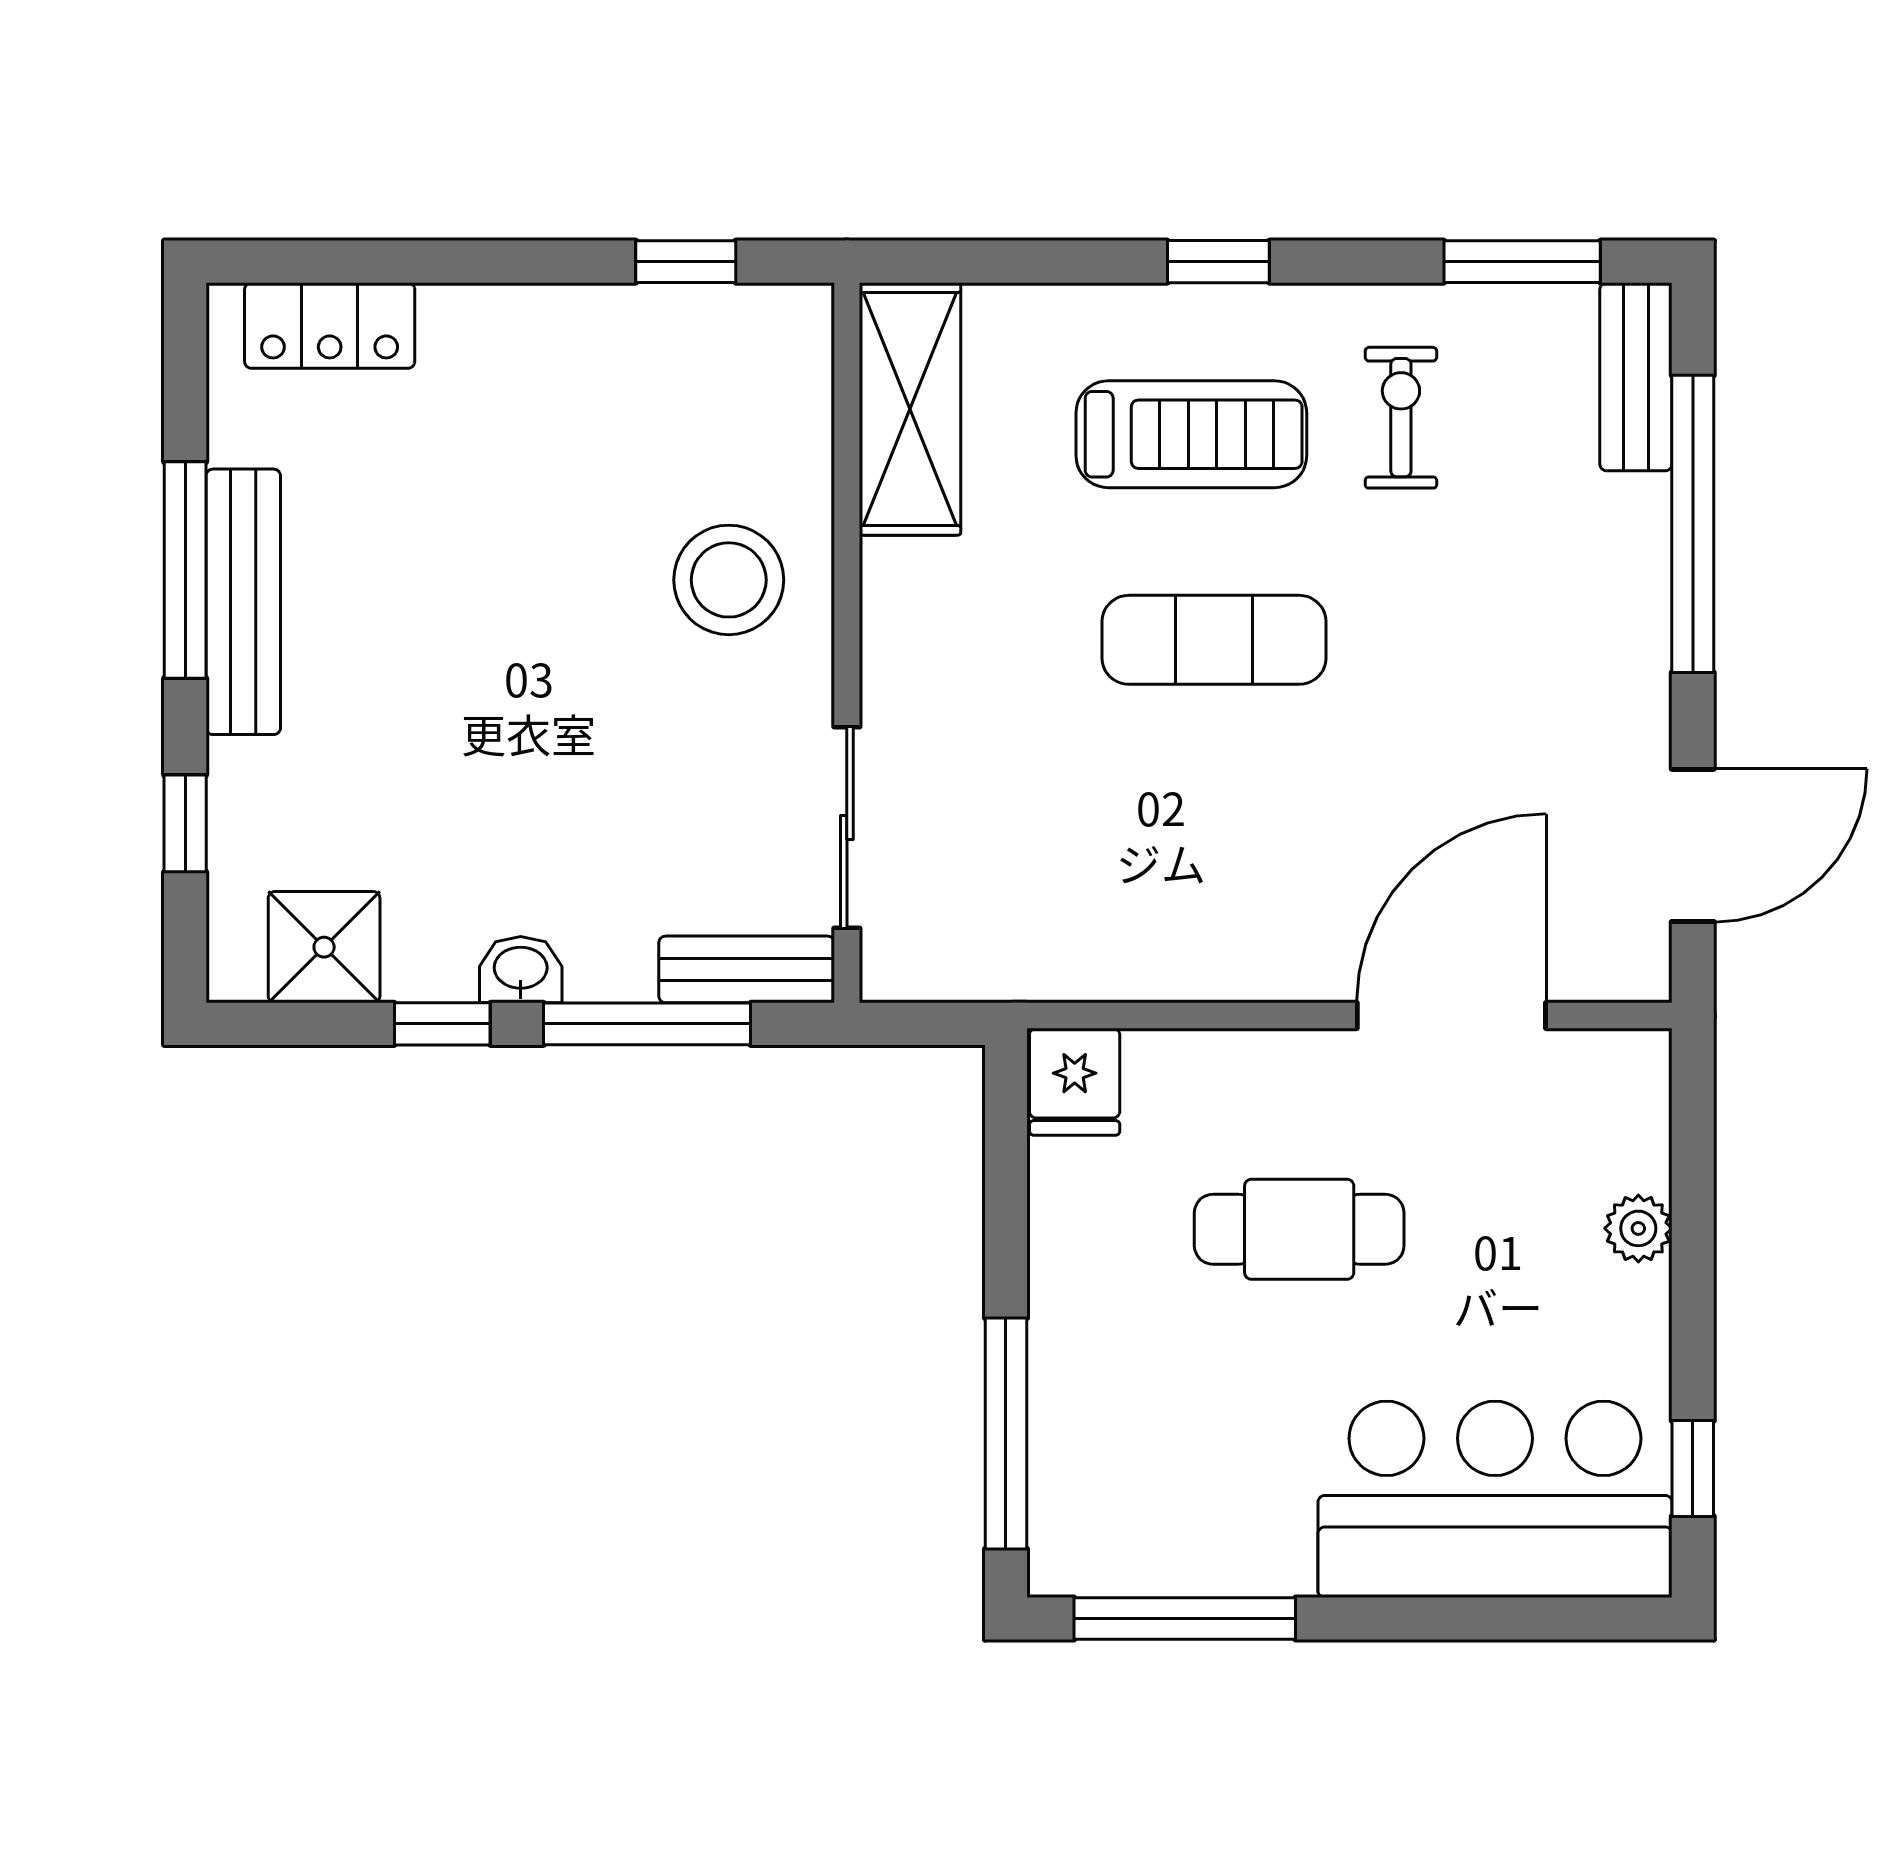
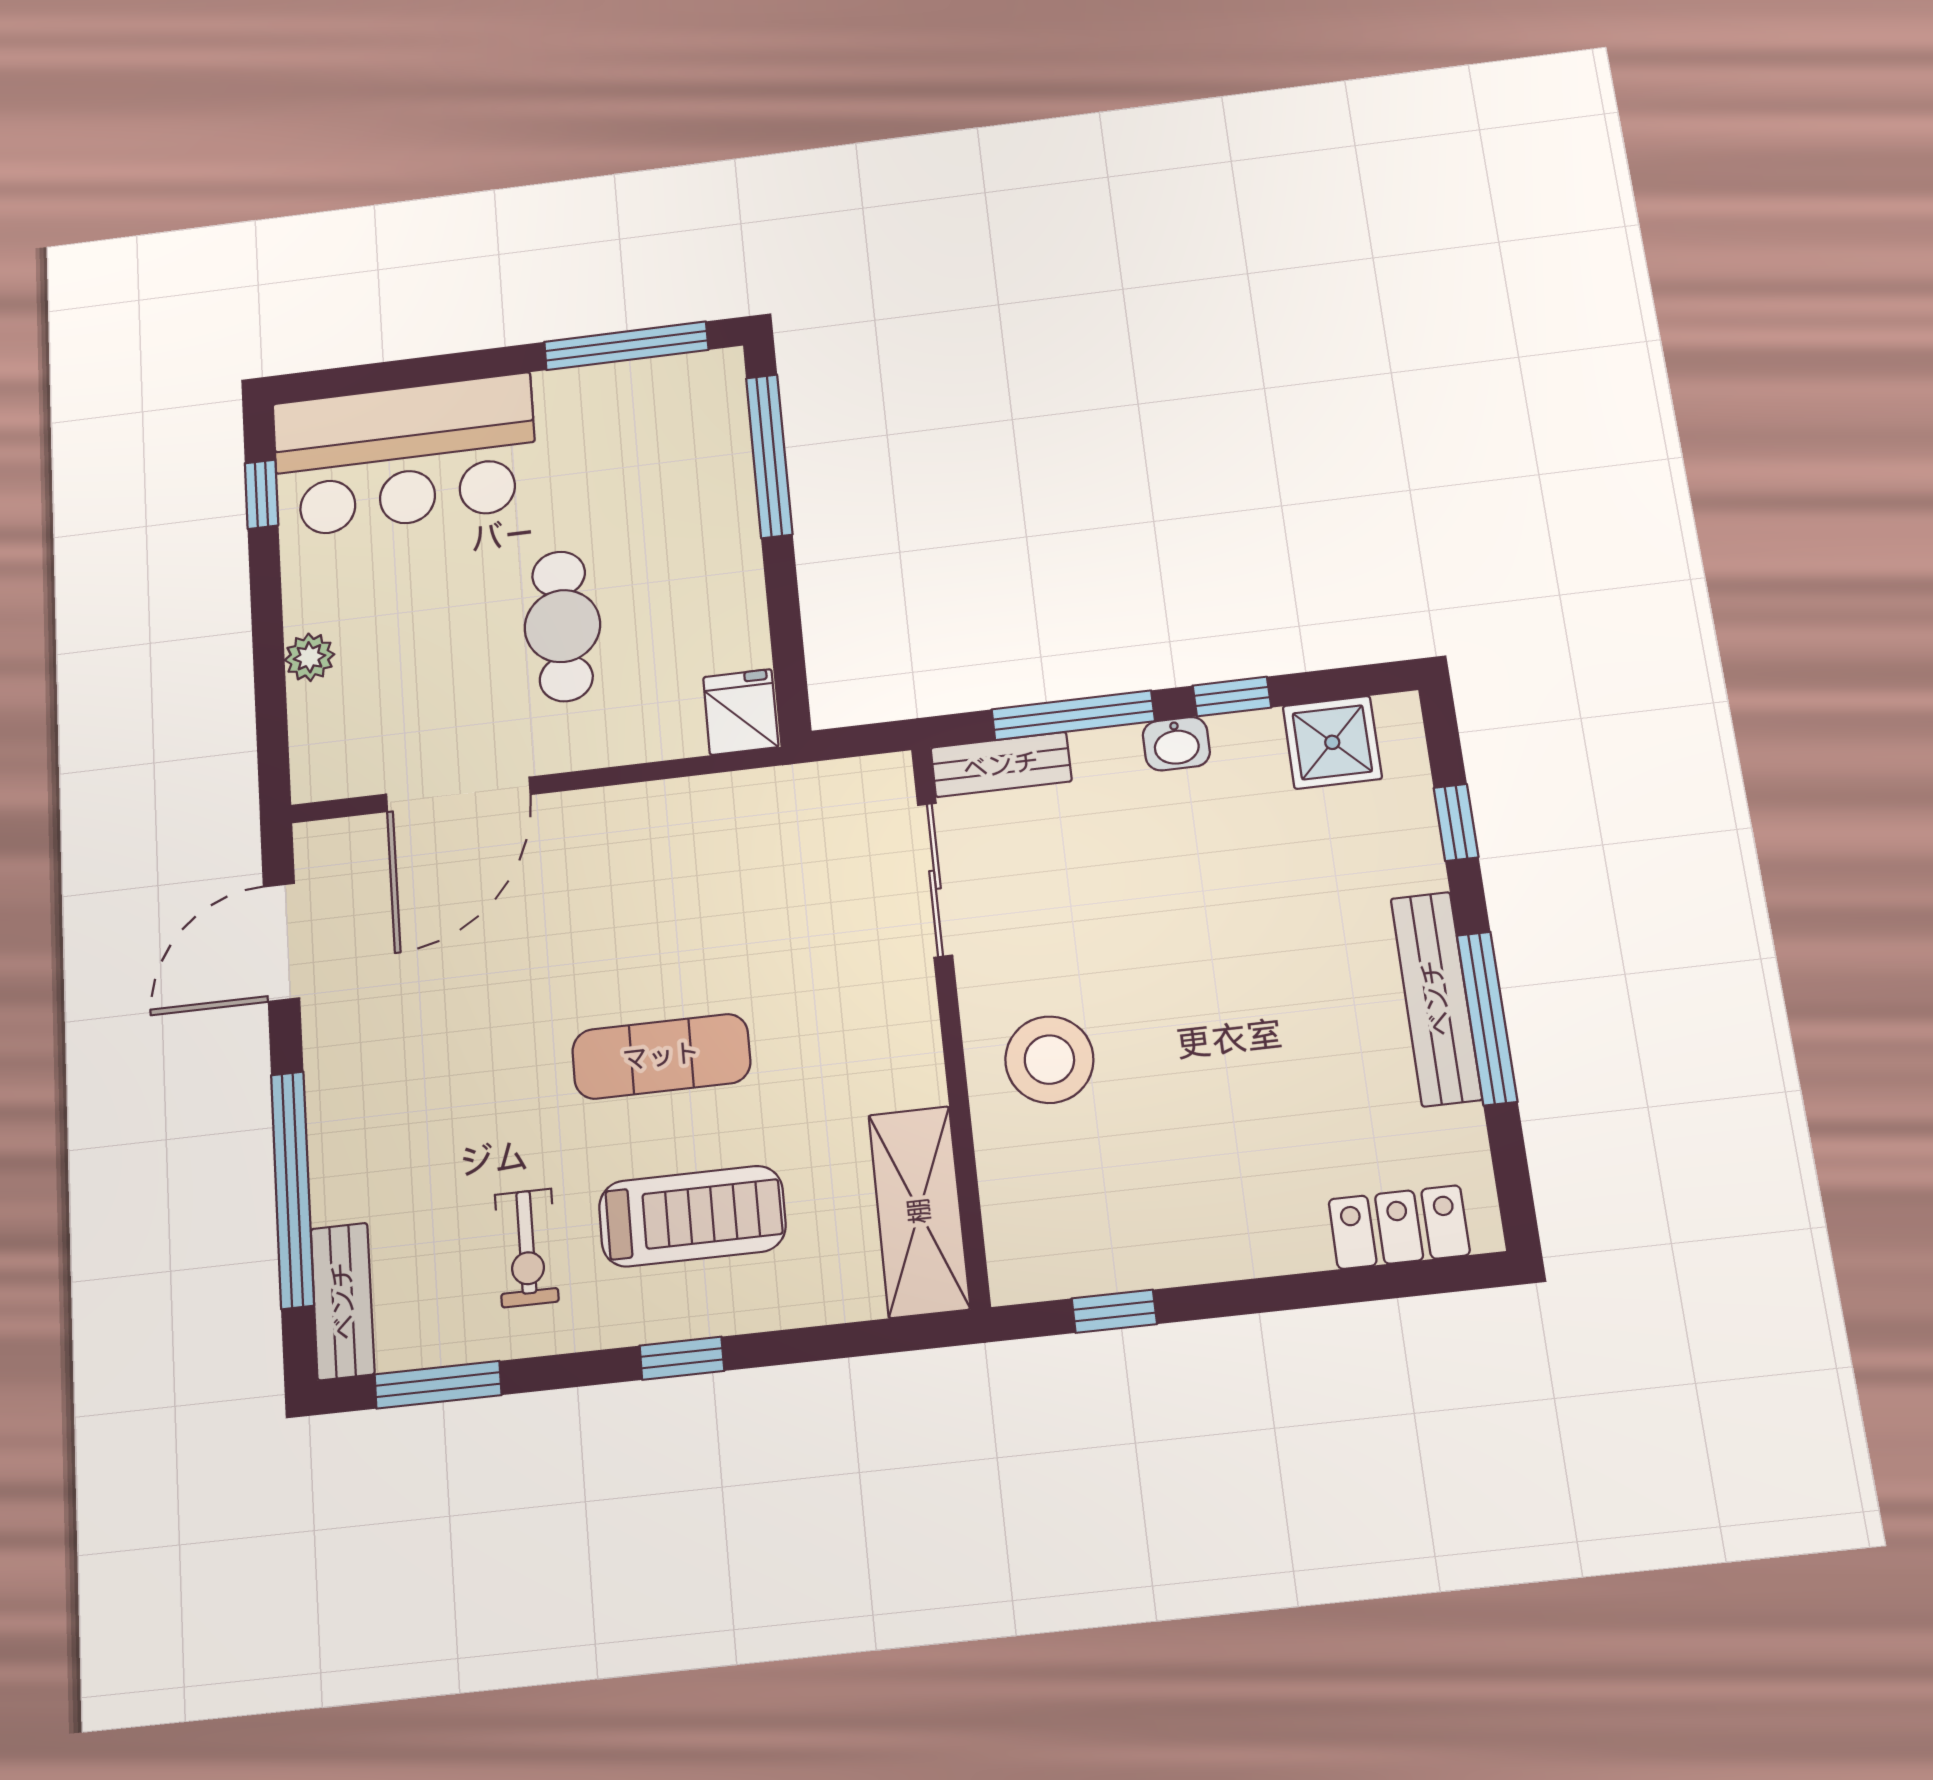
treadmill: (1191, 434) -> (692, 1216), turned 180
cafe table: (1299, 1229) -> (562, 626), turned 90

